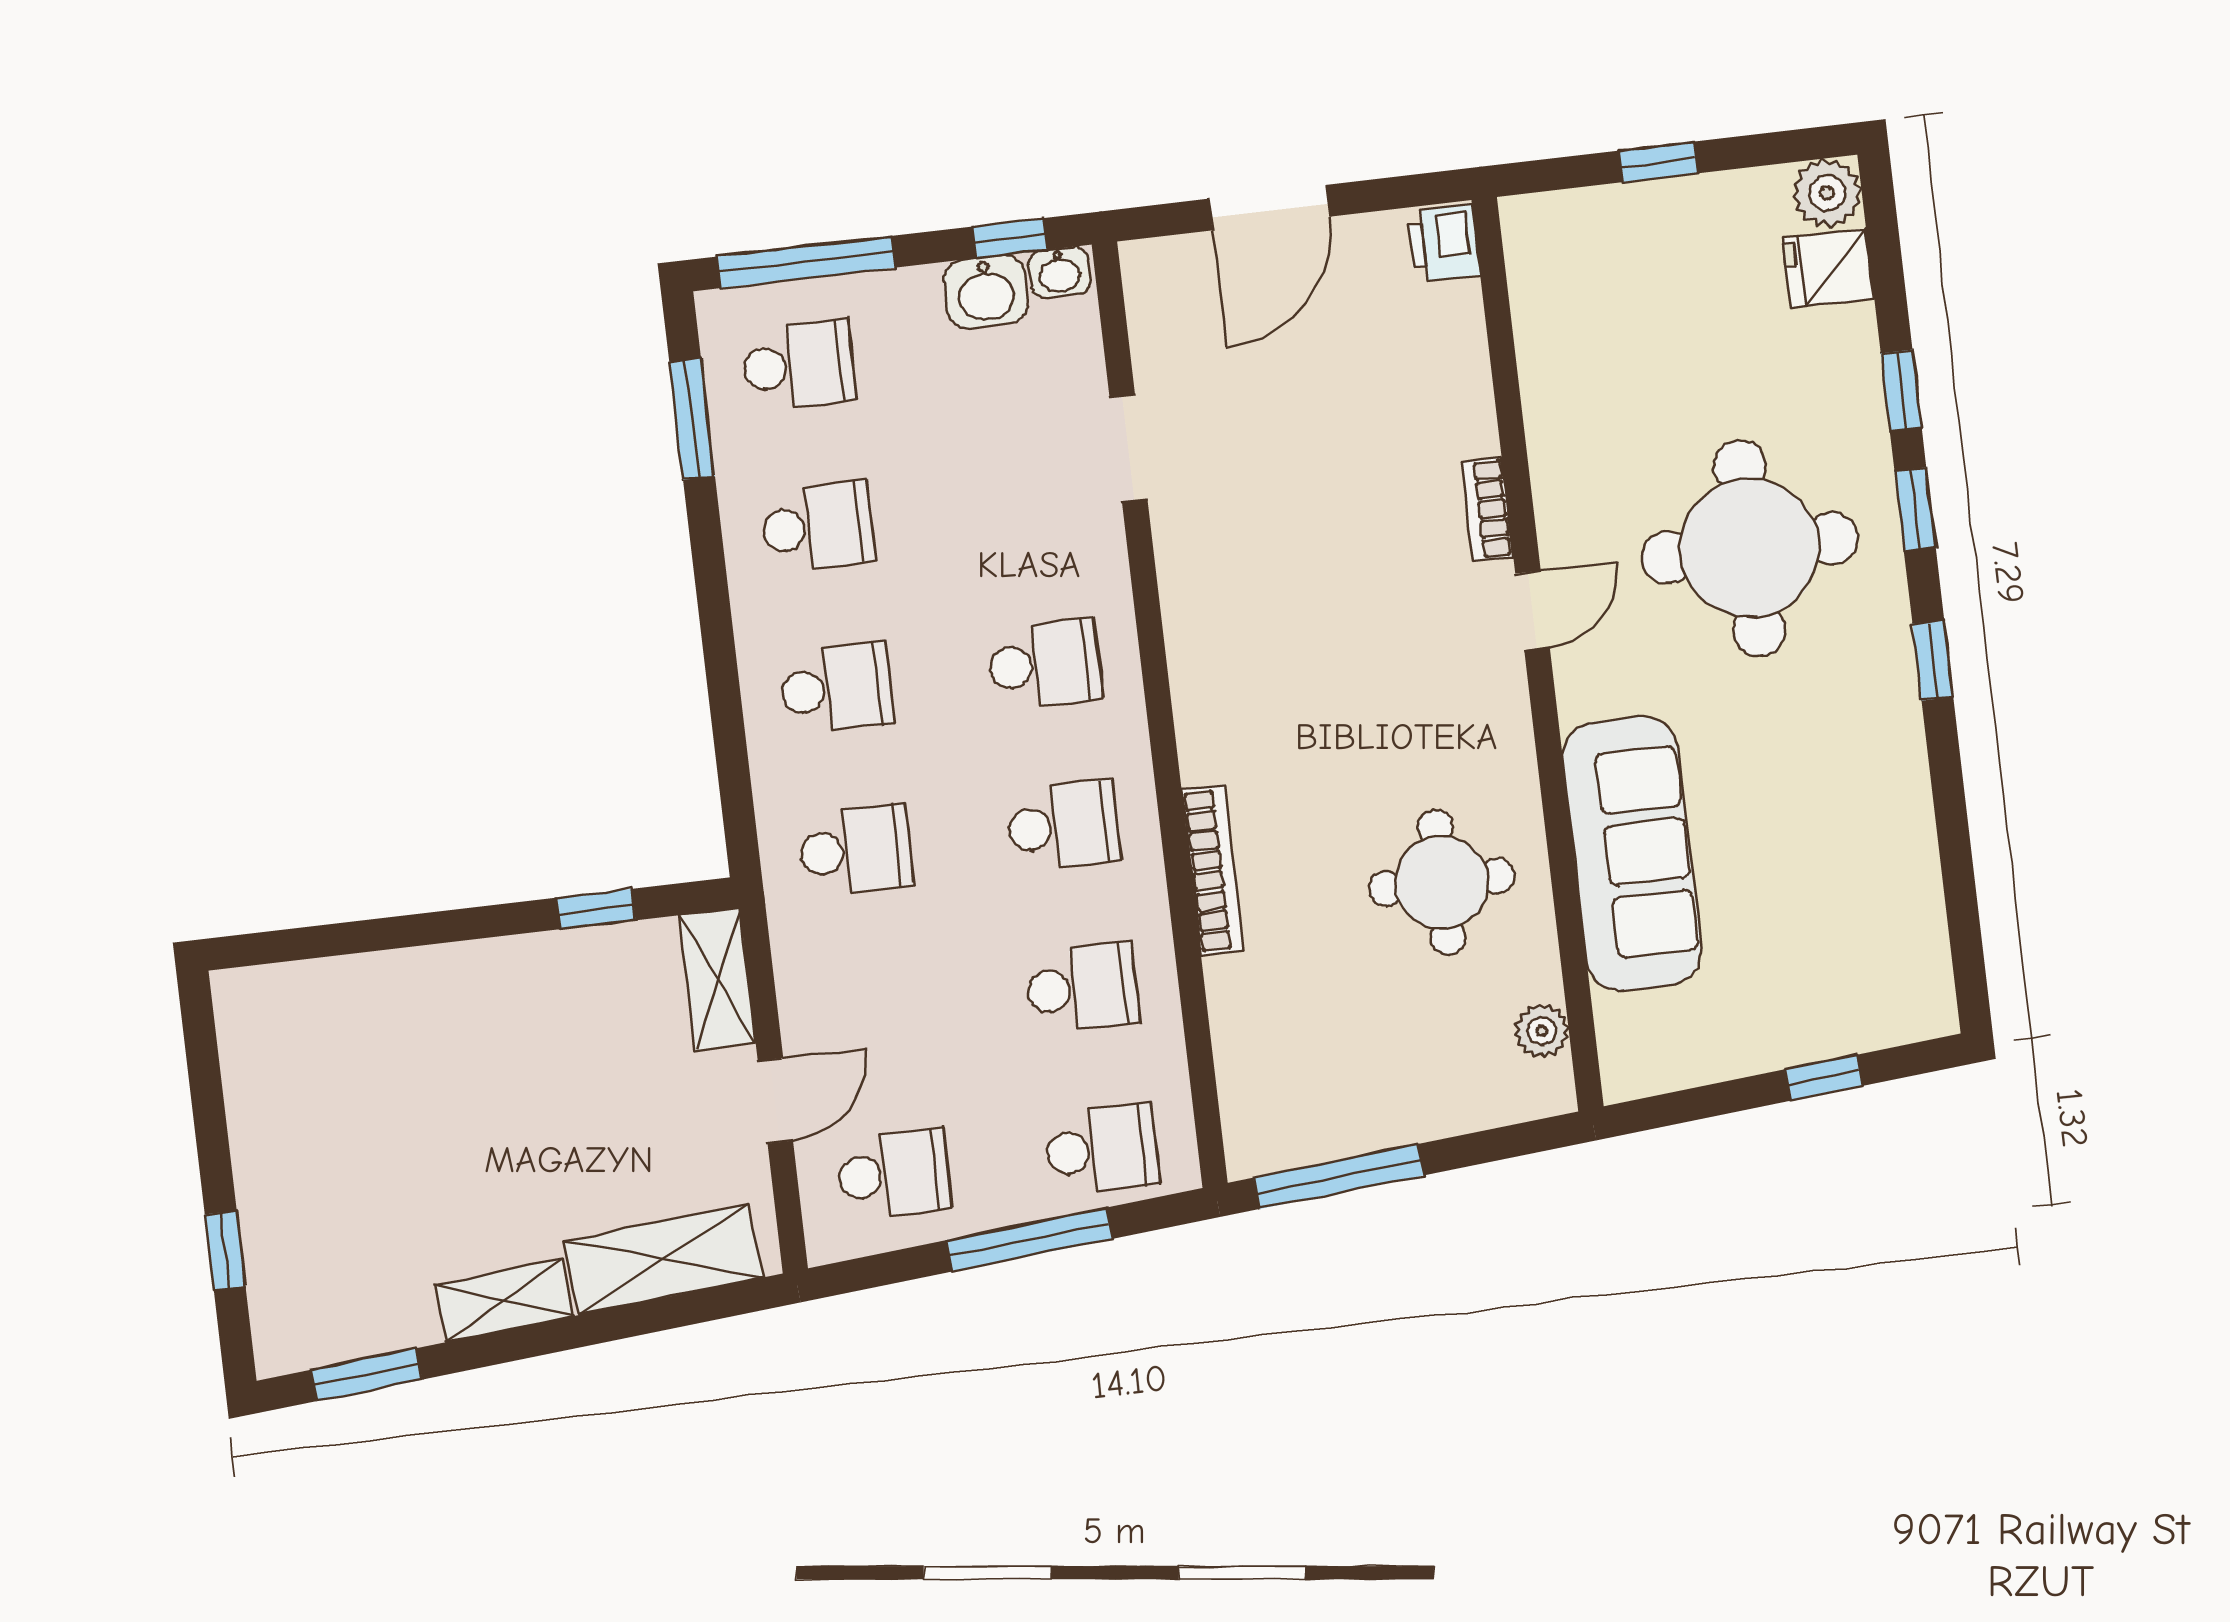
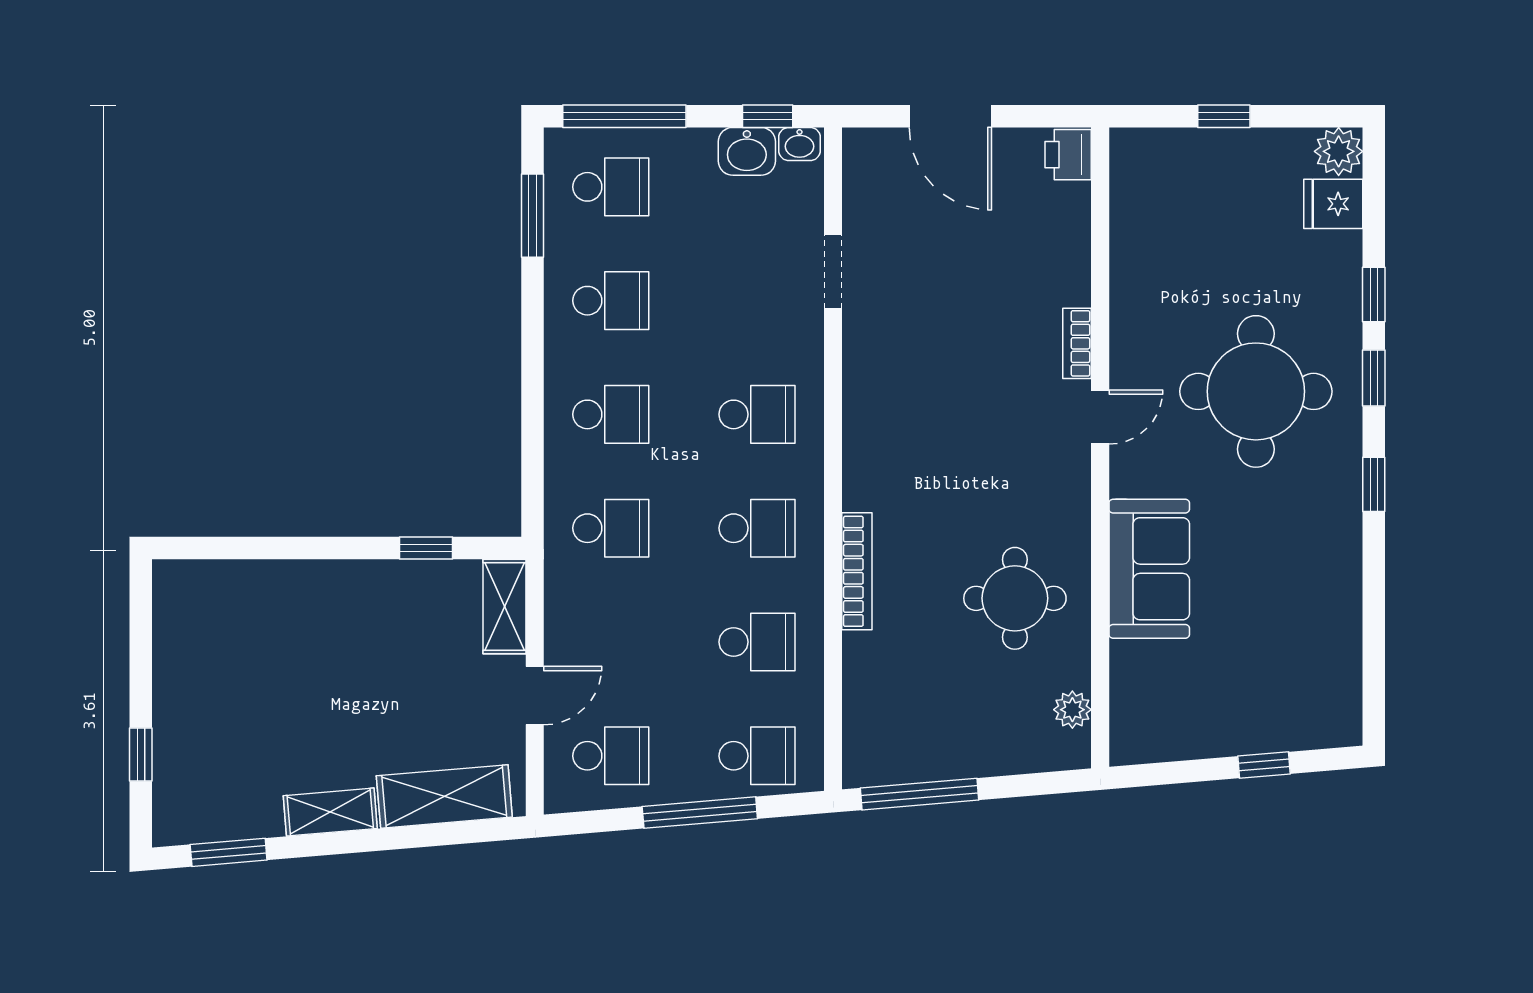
door: (1269, 208) -> (950, 116), hinge flipped
sofa: (1632, 854) -> (1149, 569), width x0.73

